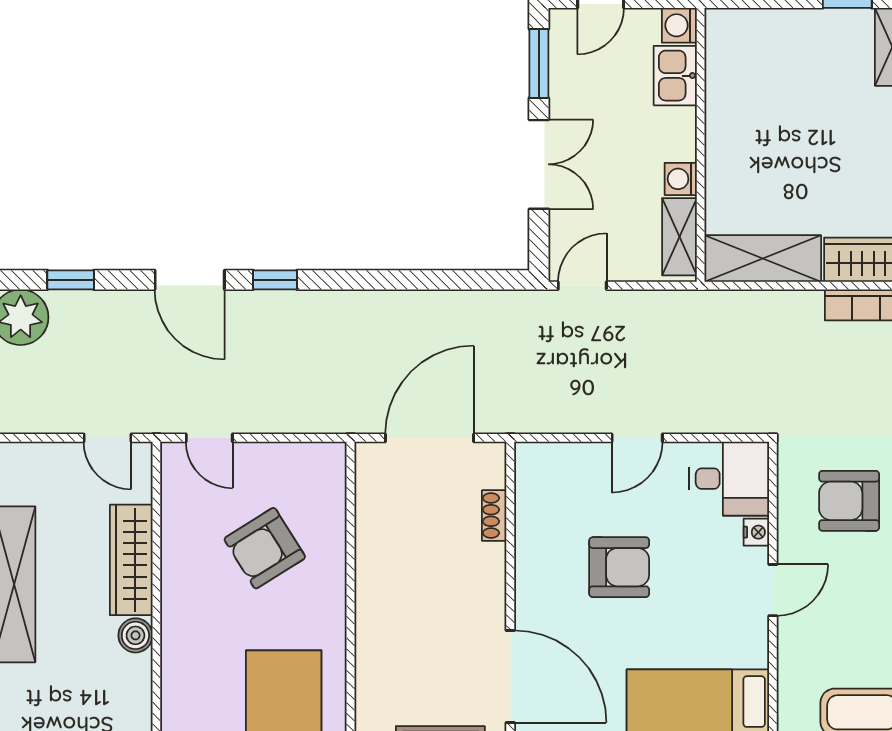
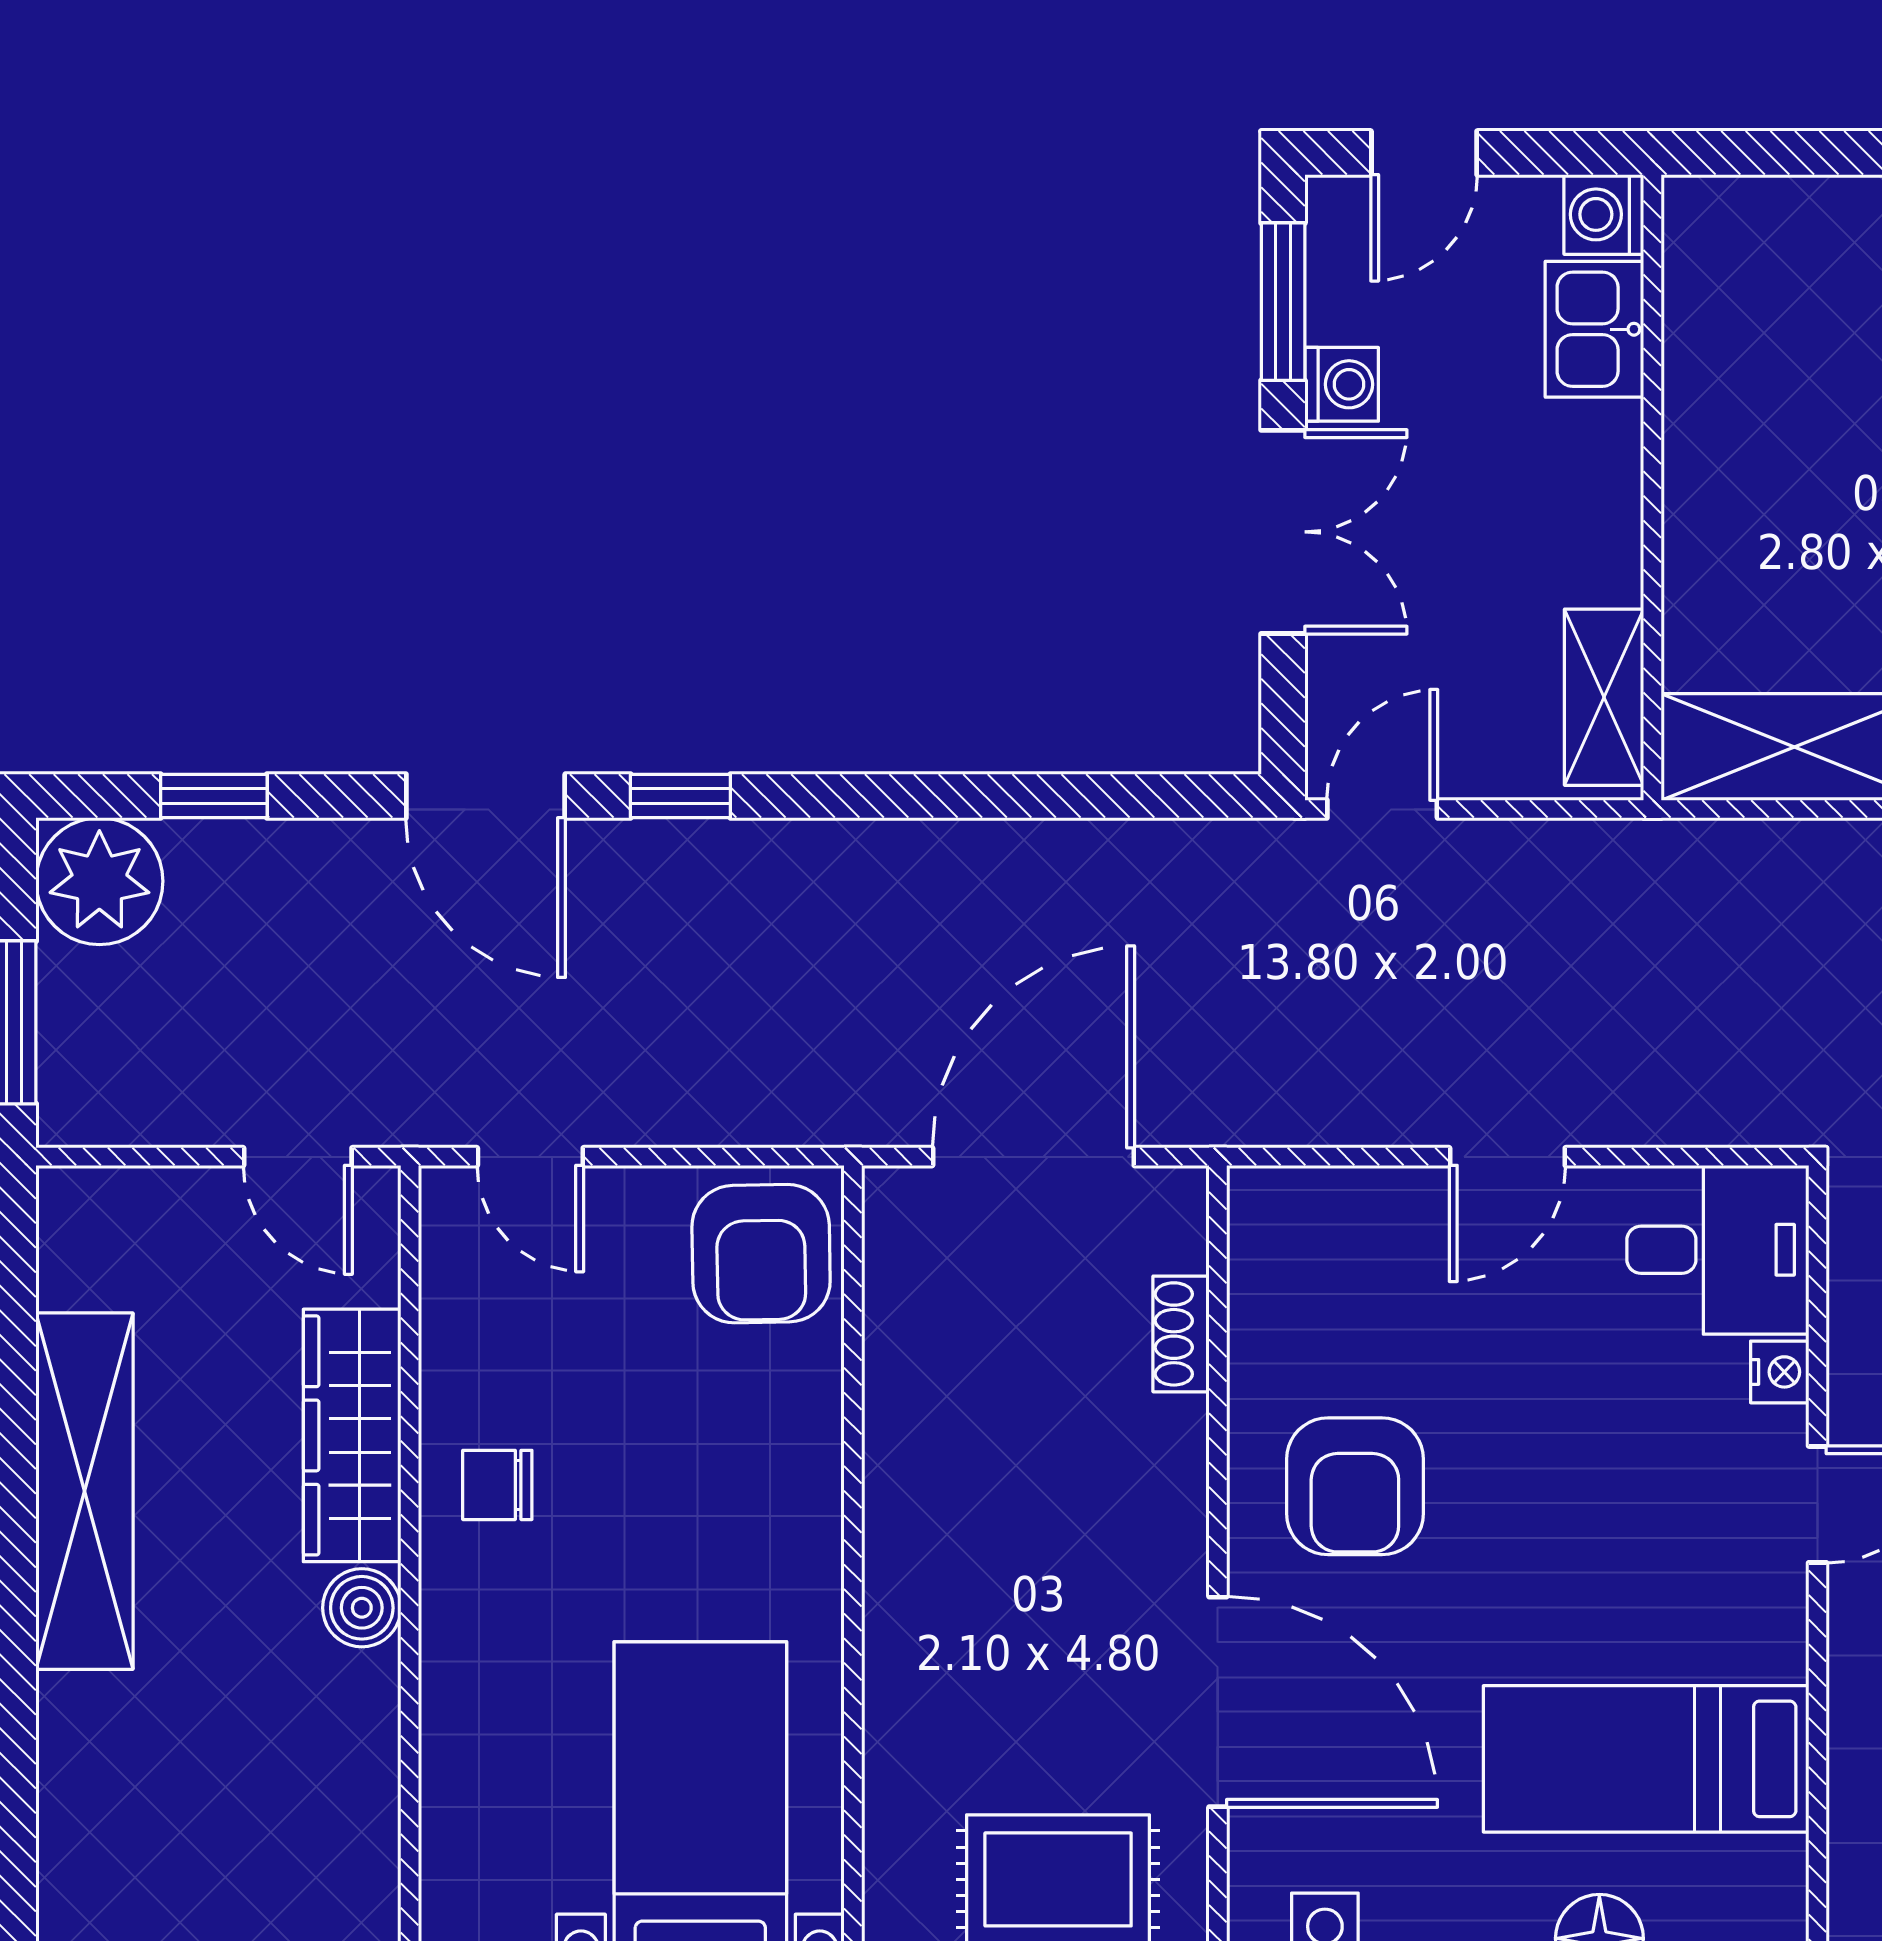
washing machine: (681, 179) -> (1342, 384), moved, turned 180
armchair: (265, 548) -> (761, 1254), moved, turned -59
armchair: (619, 567) -> (1355, 1486), moved, turned 90
chair: (195, 582) -> (497, 1485), added

